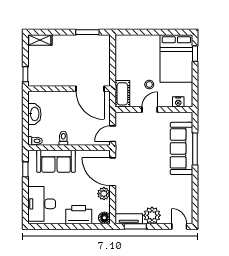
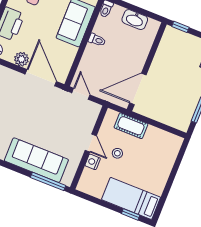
bed: (176, 59) -> (131, 198), width x0.67
cot: (122, 94) -> (131, 126), moved
nightstand: (178, 102) -> (93, 162), moved
window: (195, 149) -> (48, 181), moved
door: (113, 172) -> (41, 78), hinge flipped

